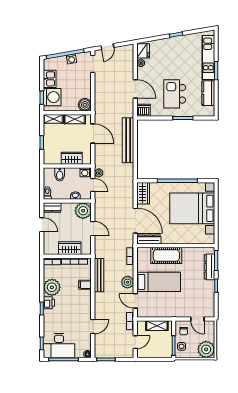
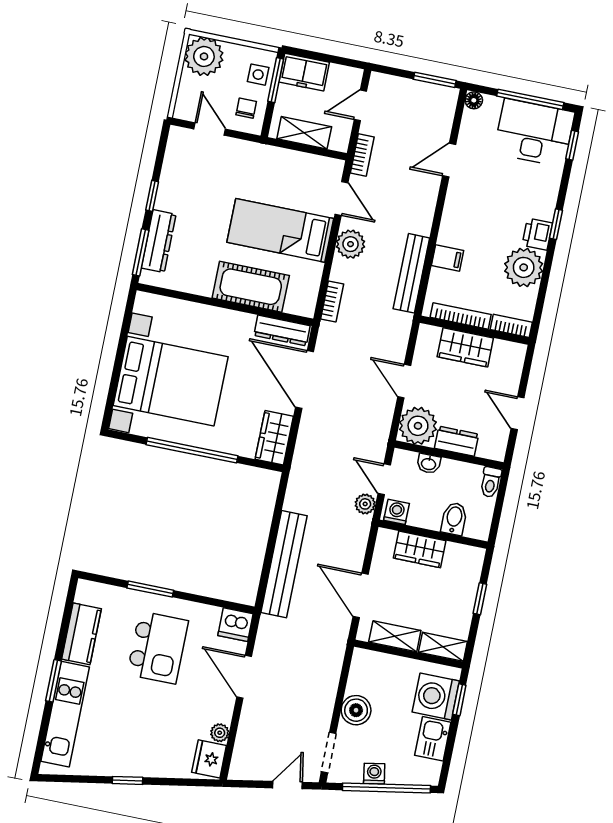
boiler: (85, 105) -> (356, 710), moved
dresser: (52, 208) -> (457, 441), moved
freezer: (162, 351) -> (304, 72), added

